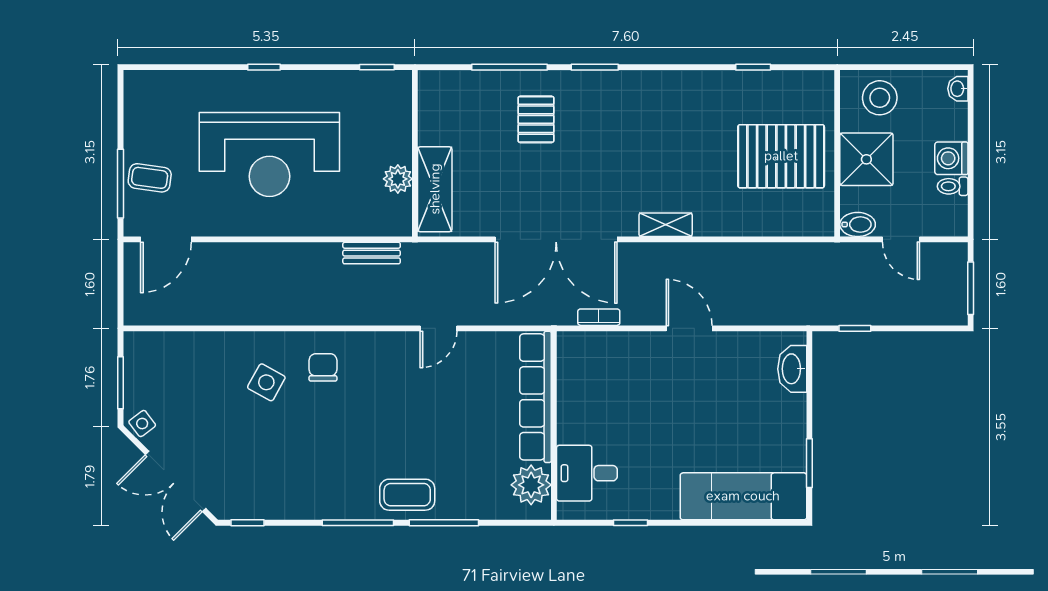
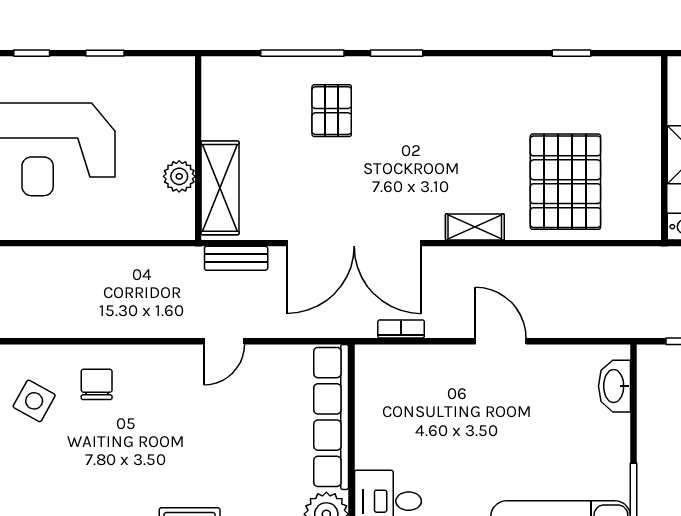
window: (377, 67) -> (105, 53), moved
pallet: (781, 156) -> (565, 182), moved, turned 90
bench: (372, 253) -> (236, 258), moved

